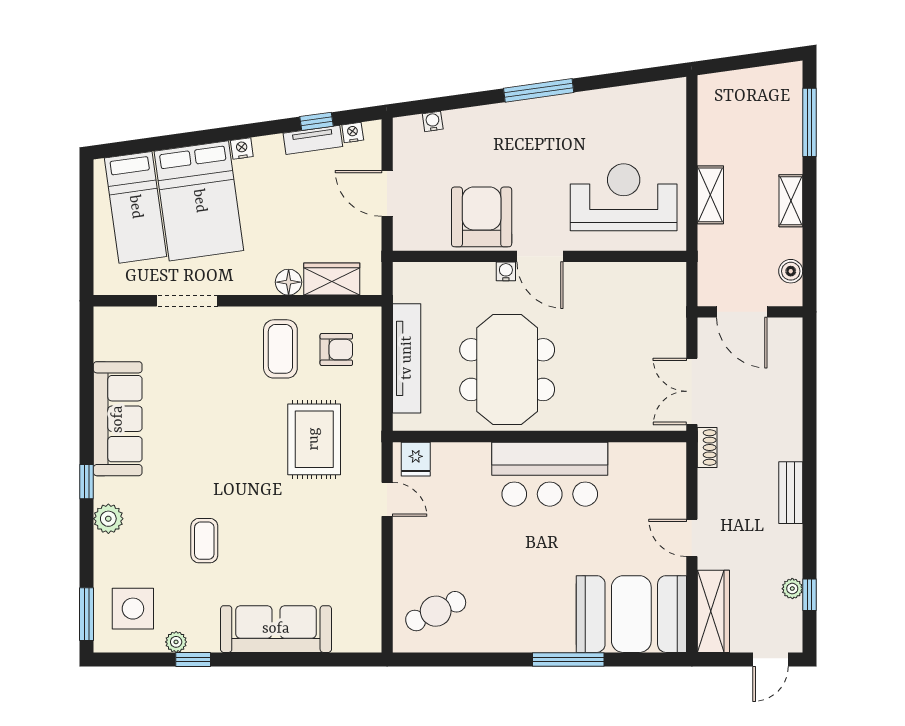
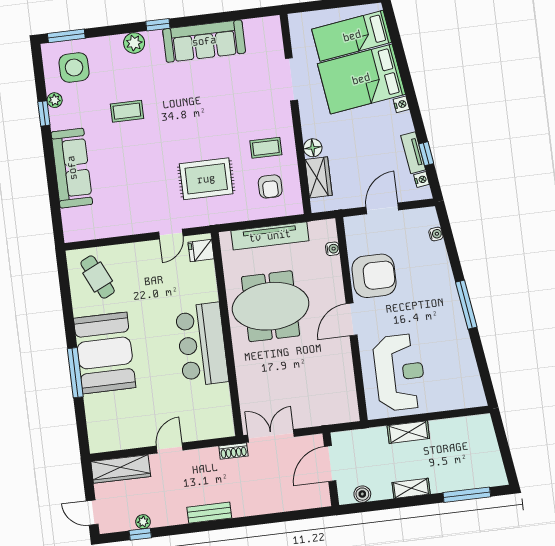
water cooler: (506, 271) -> (333, 249), moved
coffee table: (280, 349) -> (266, 148), width x0.73, depth x0.77
booth: (631, 614) -> (105, 353), moved

